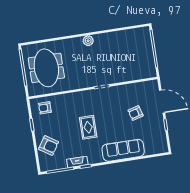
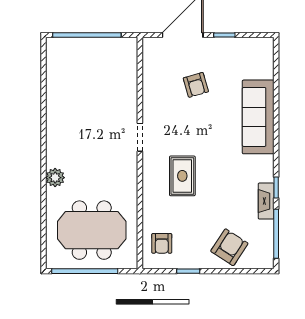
plant: (88, 41) -> (55, 178), moved
rug: (88, 127) -> (182, 176), moved, turned 90

